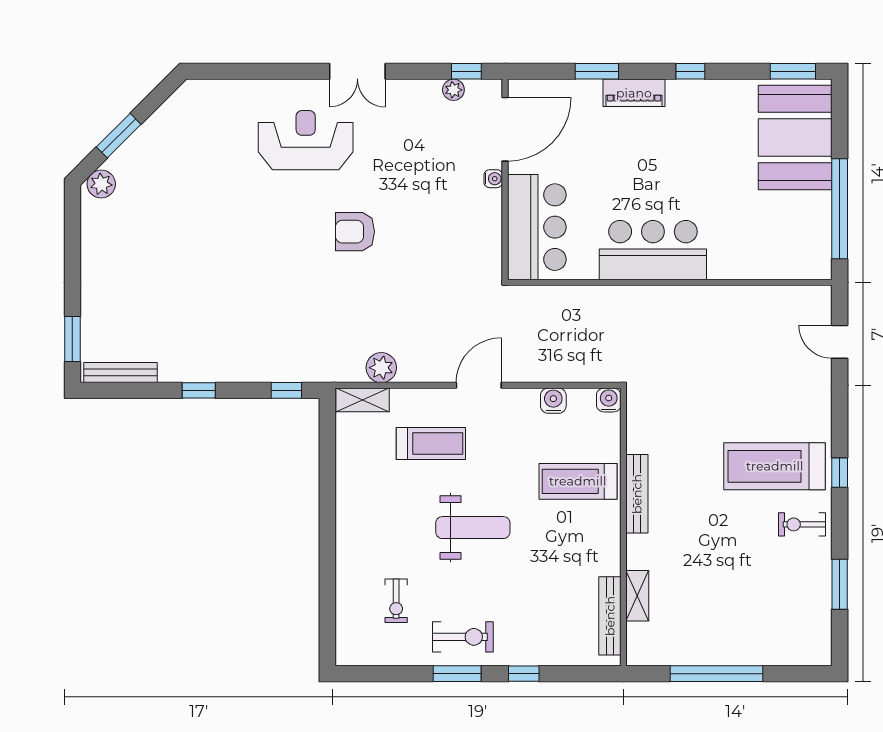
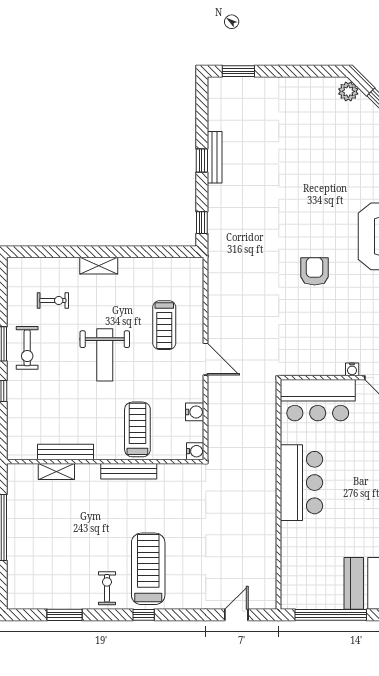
plant: (381, 368) -> (218, 290), removed
bench: (121, 373) -> (215, 157), moved
shelving: (362, 400) -> (99, 266), moved, turned 90
exercise bike: (396, 601) -> (53, 301), turned 180
bench: (610, 616) -> (66, 452), moved

